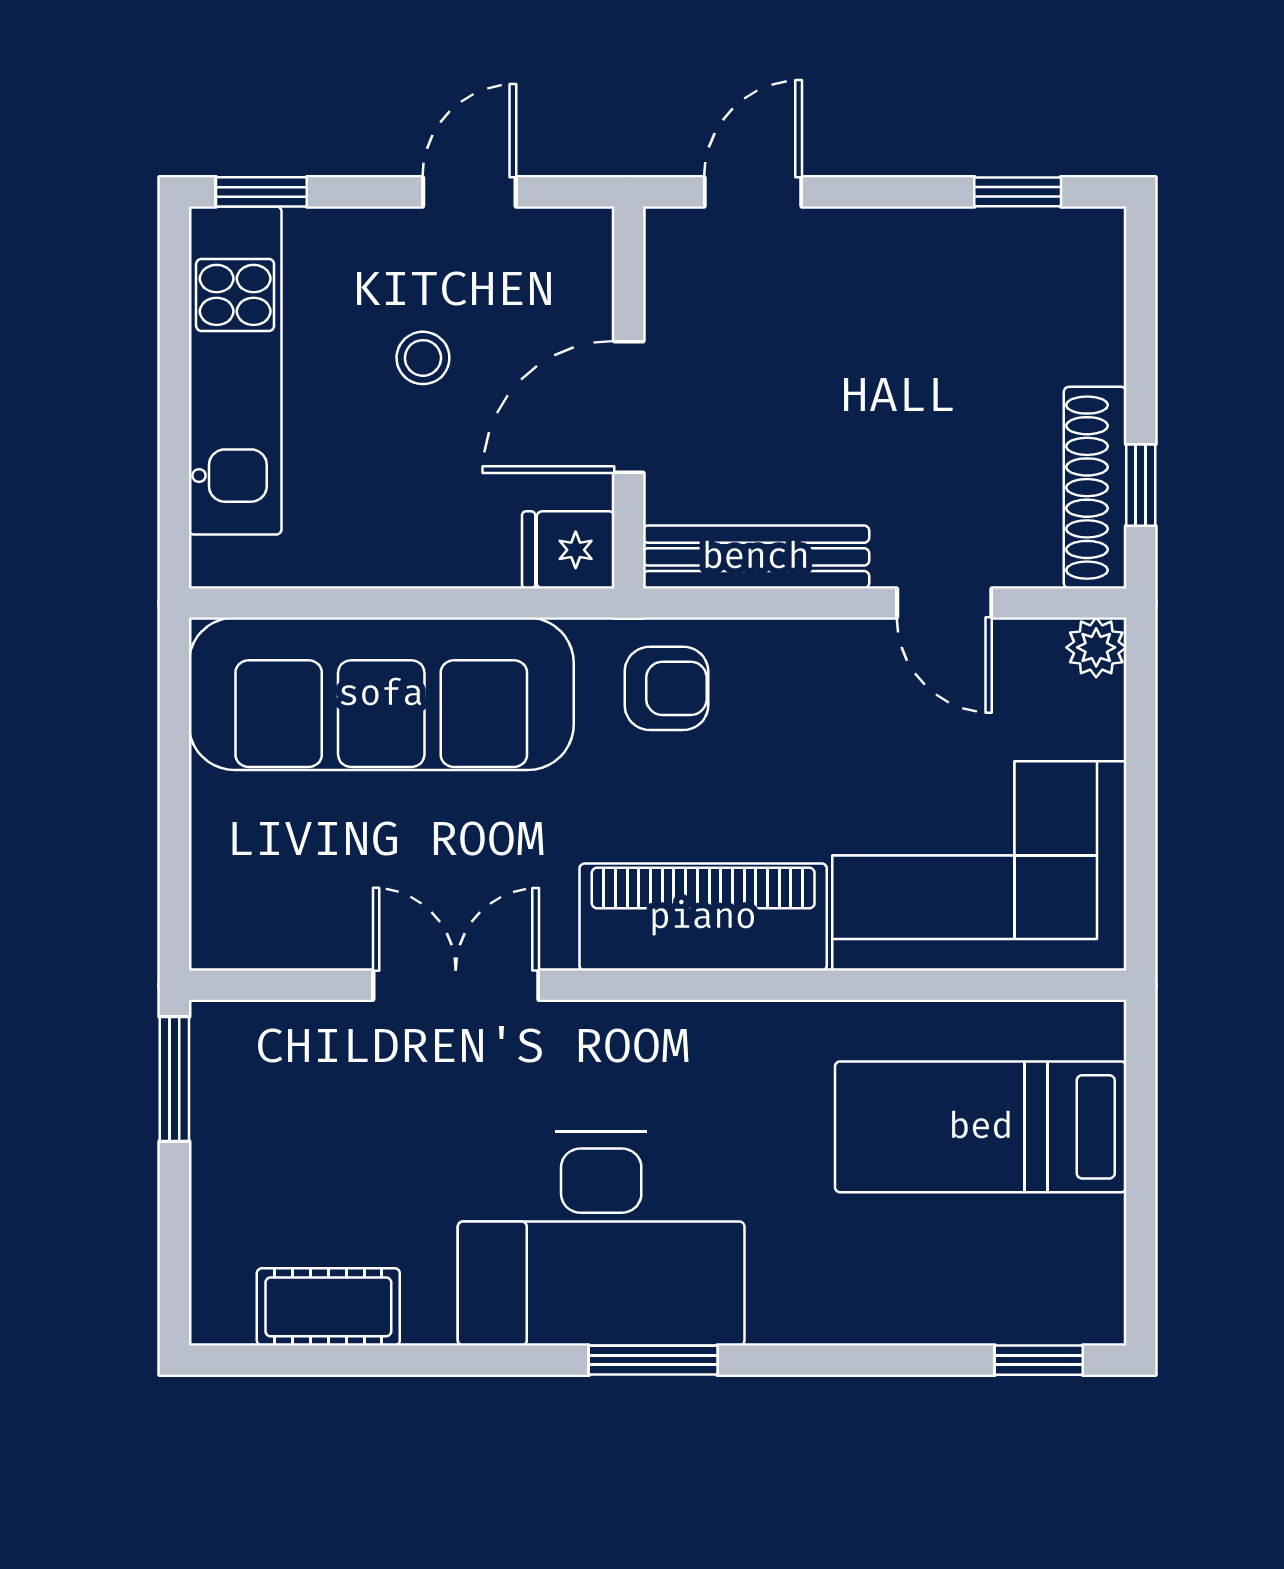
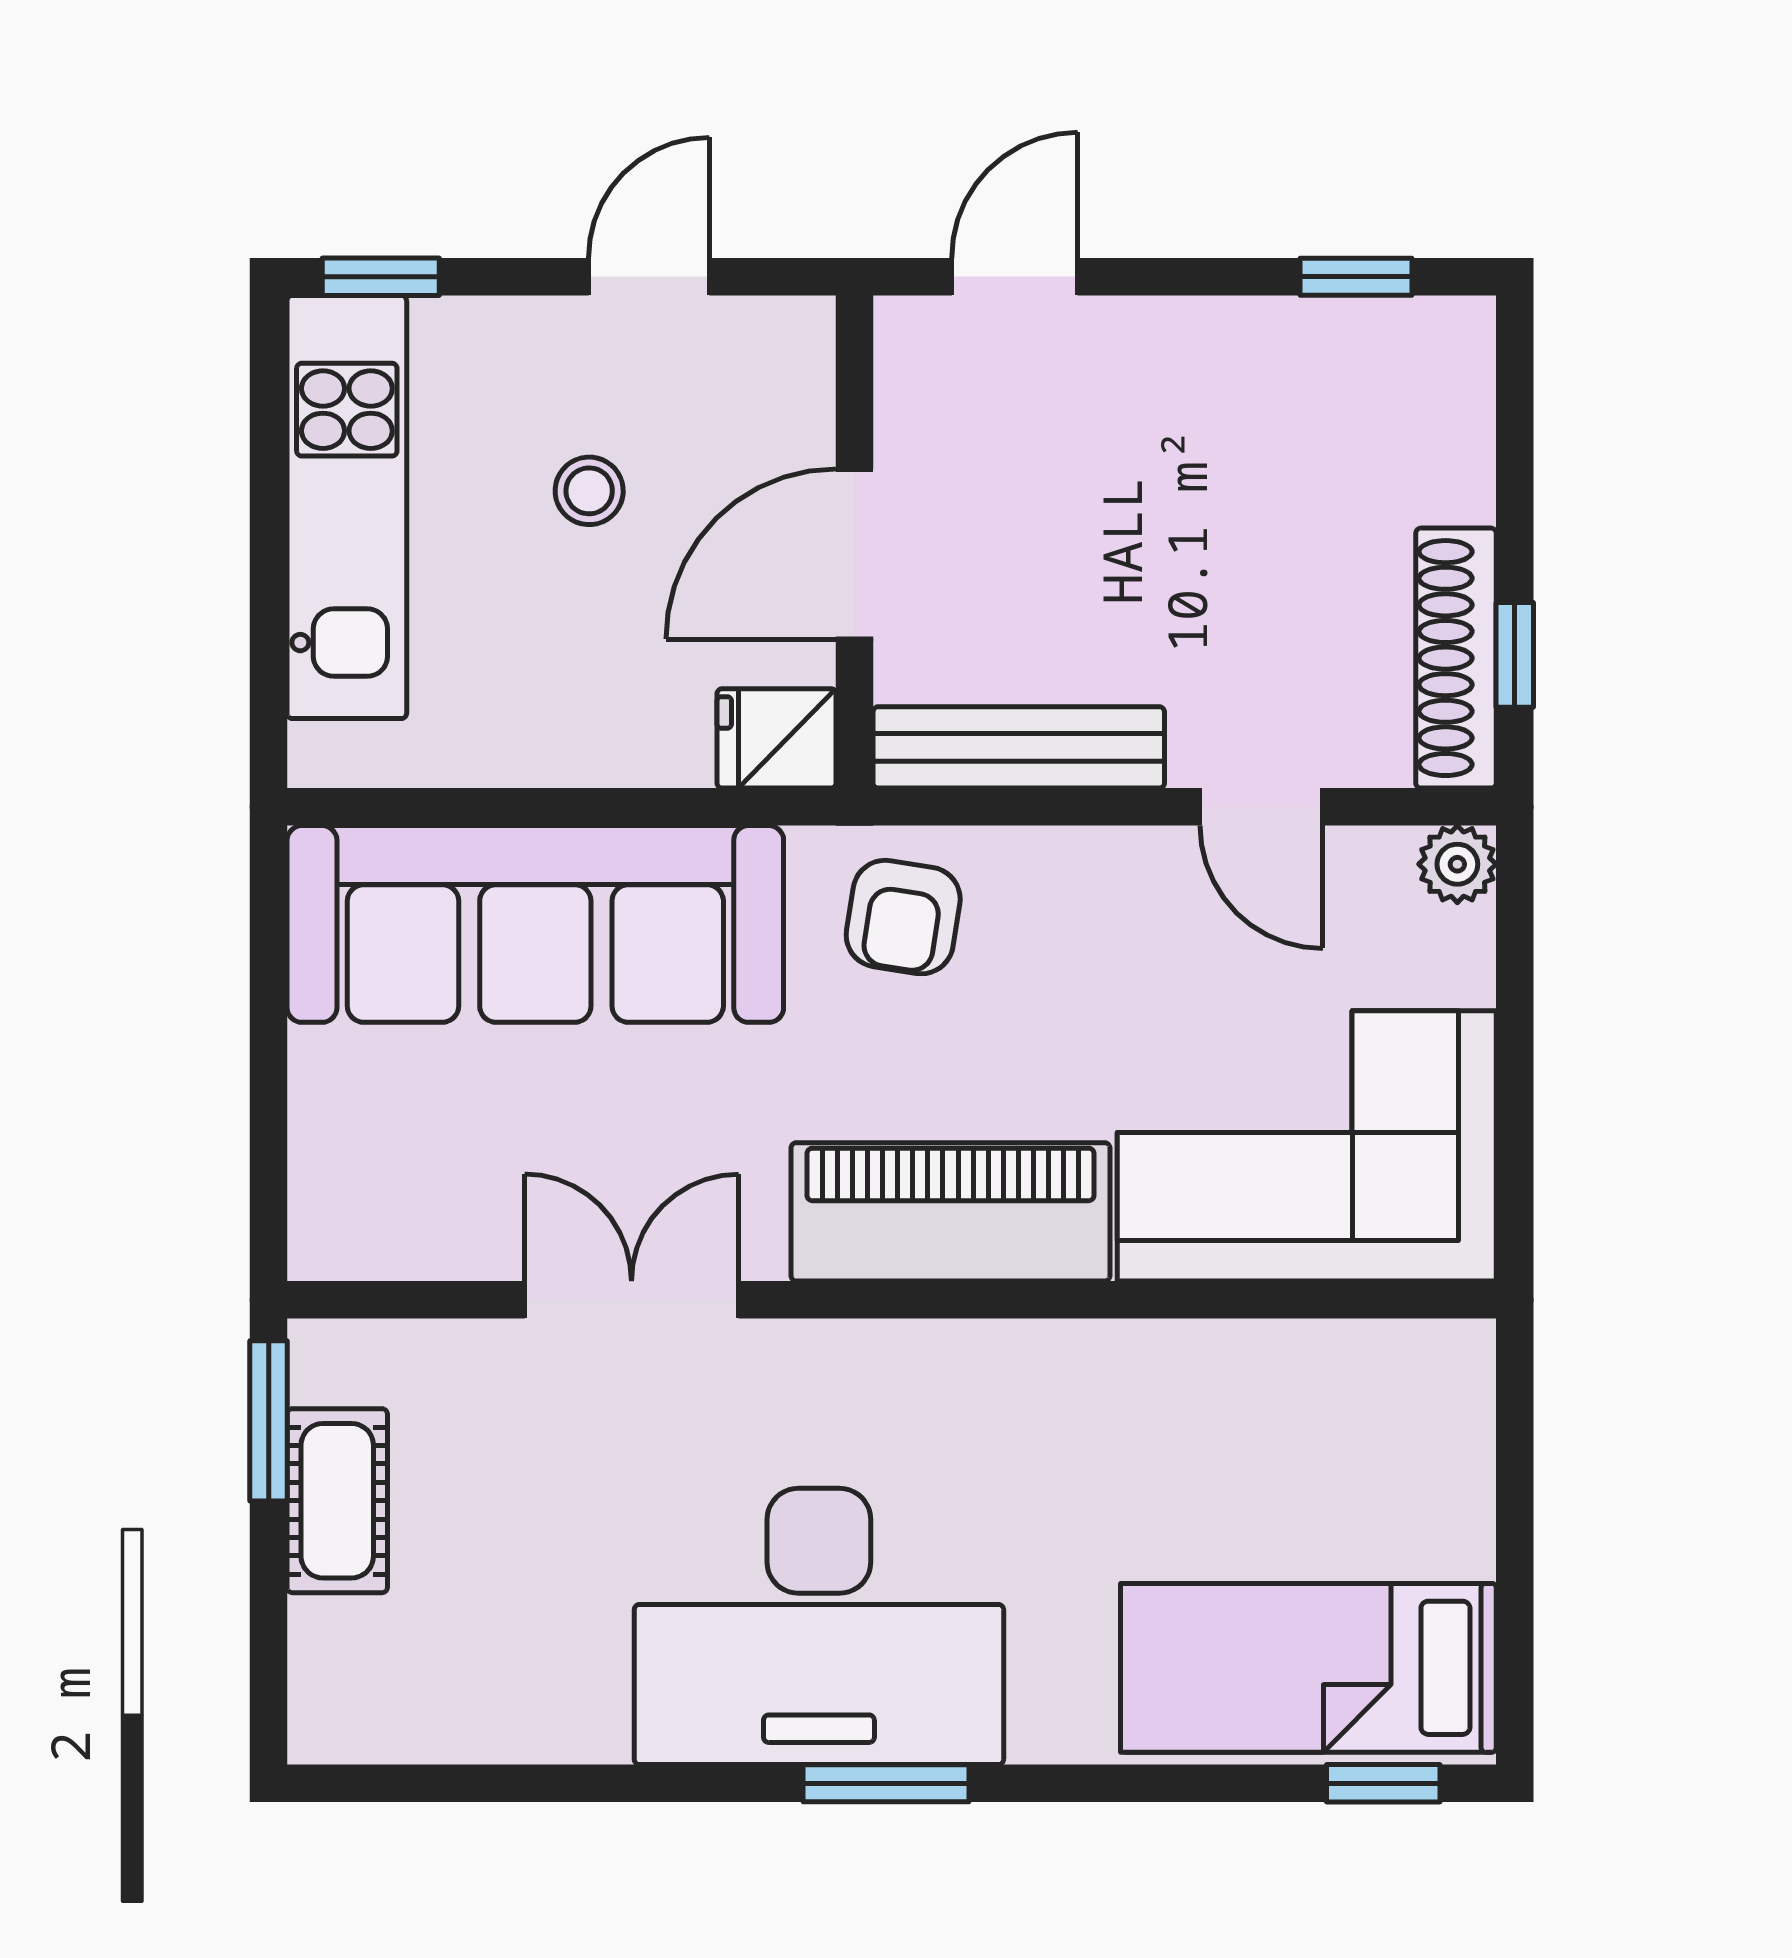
armchair: (666, 688) -> (903, 917), turned 99
bed: (981, 1127) -> (1308, 1668), moved
cot: (328, 1307) -> (337, 1501), moved, turned 90

